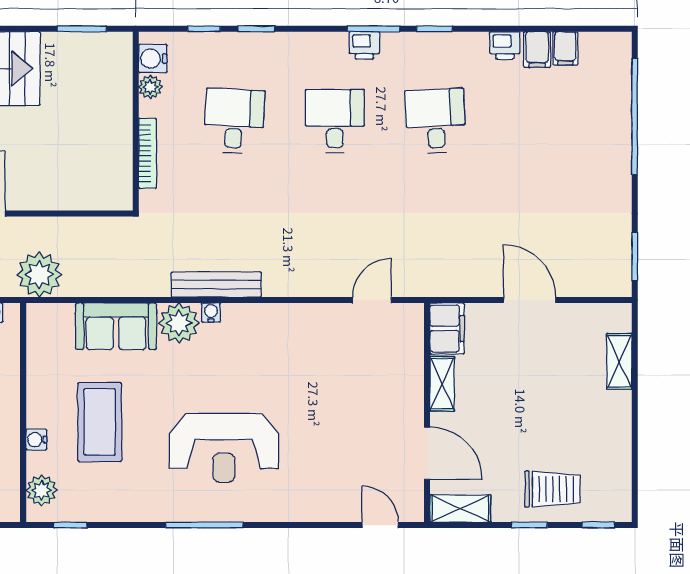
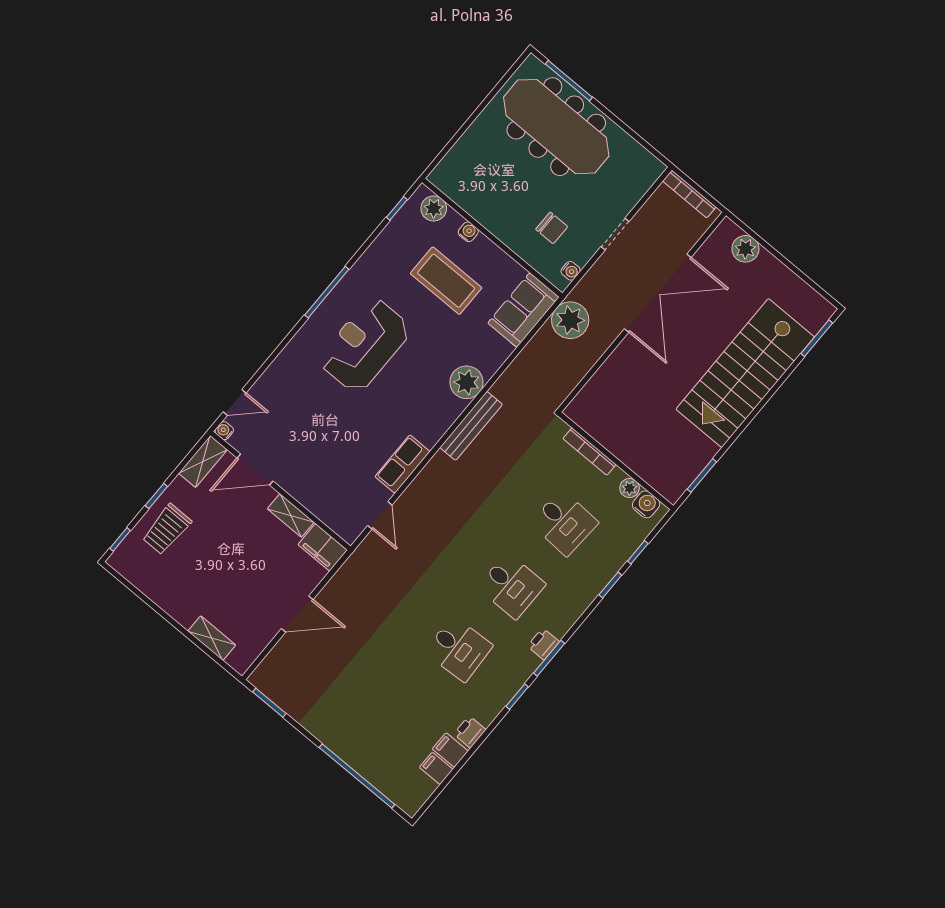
water cooler: (211, 312) -> (224, 431), moved, turned 180
row of seats: (306, 319) -> (402, 464), added
sofa: (116, 326) -> (523, 310), moved

